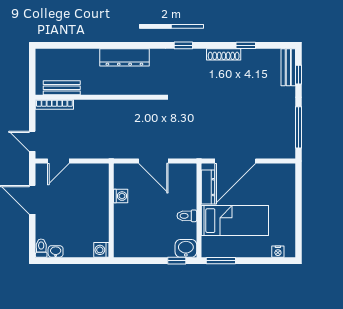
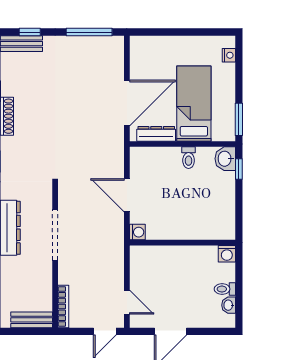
bench: (62, 88) -> (32, 320), moved, turned 90
doorway: (118, 97) -> (55, 235), added
door: (153, 161) -> (127, 195), swing flipped
door: (235, 161) -> (127, 103), hinge flipped
washing machine: (121, 196) -> (137, 232), moved, turned 90
toilet: (41, 248) -> (225, 289), moved

